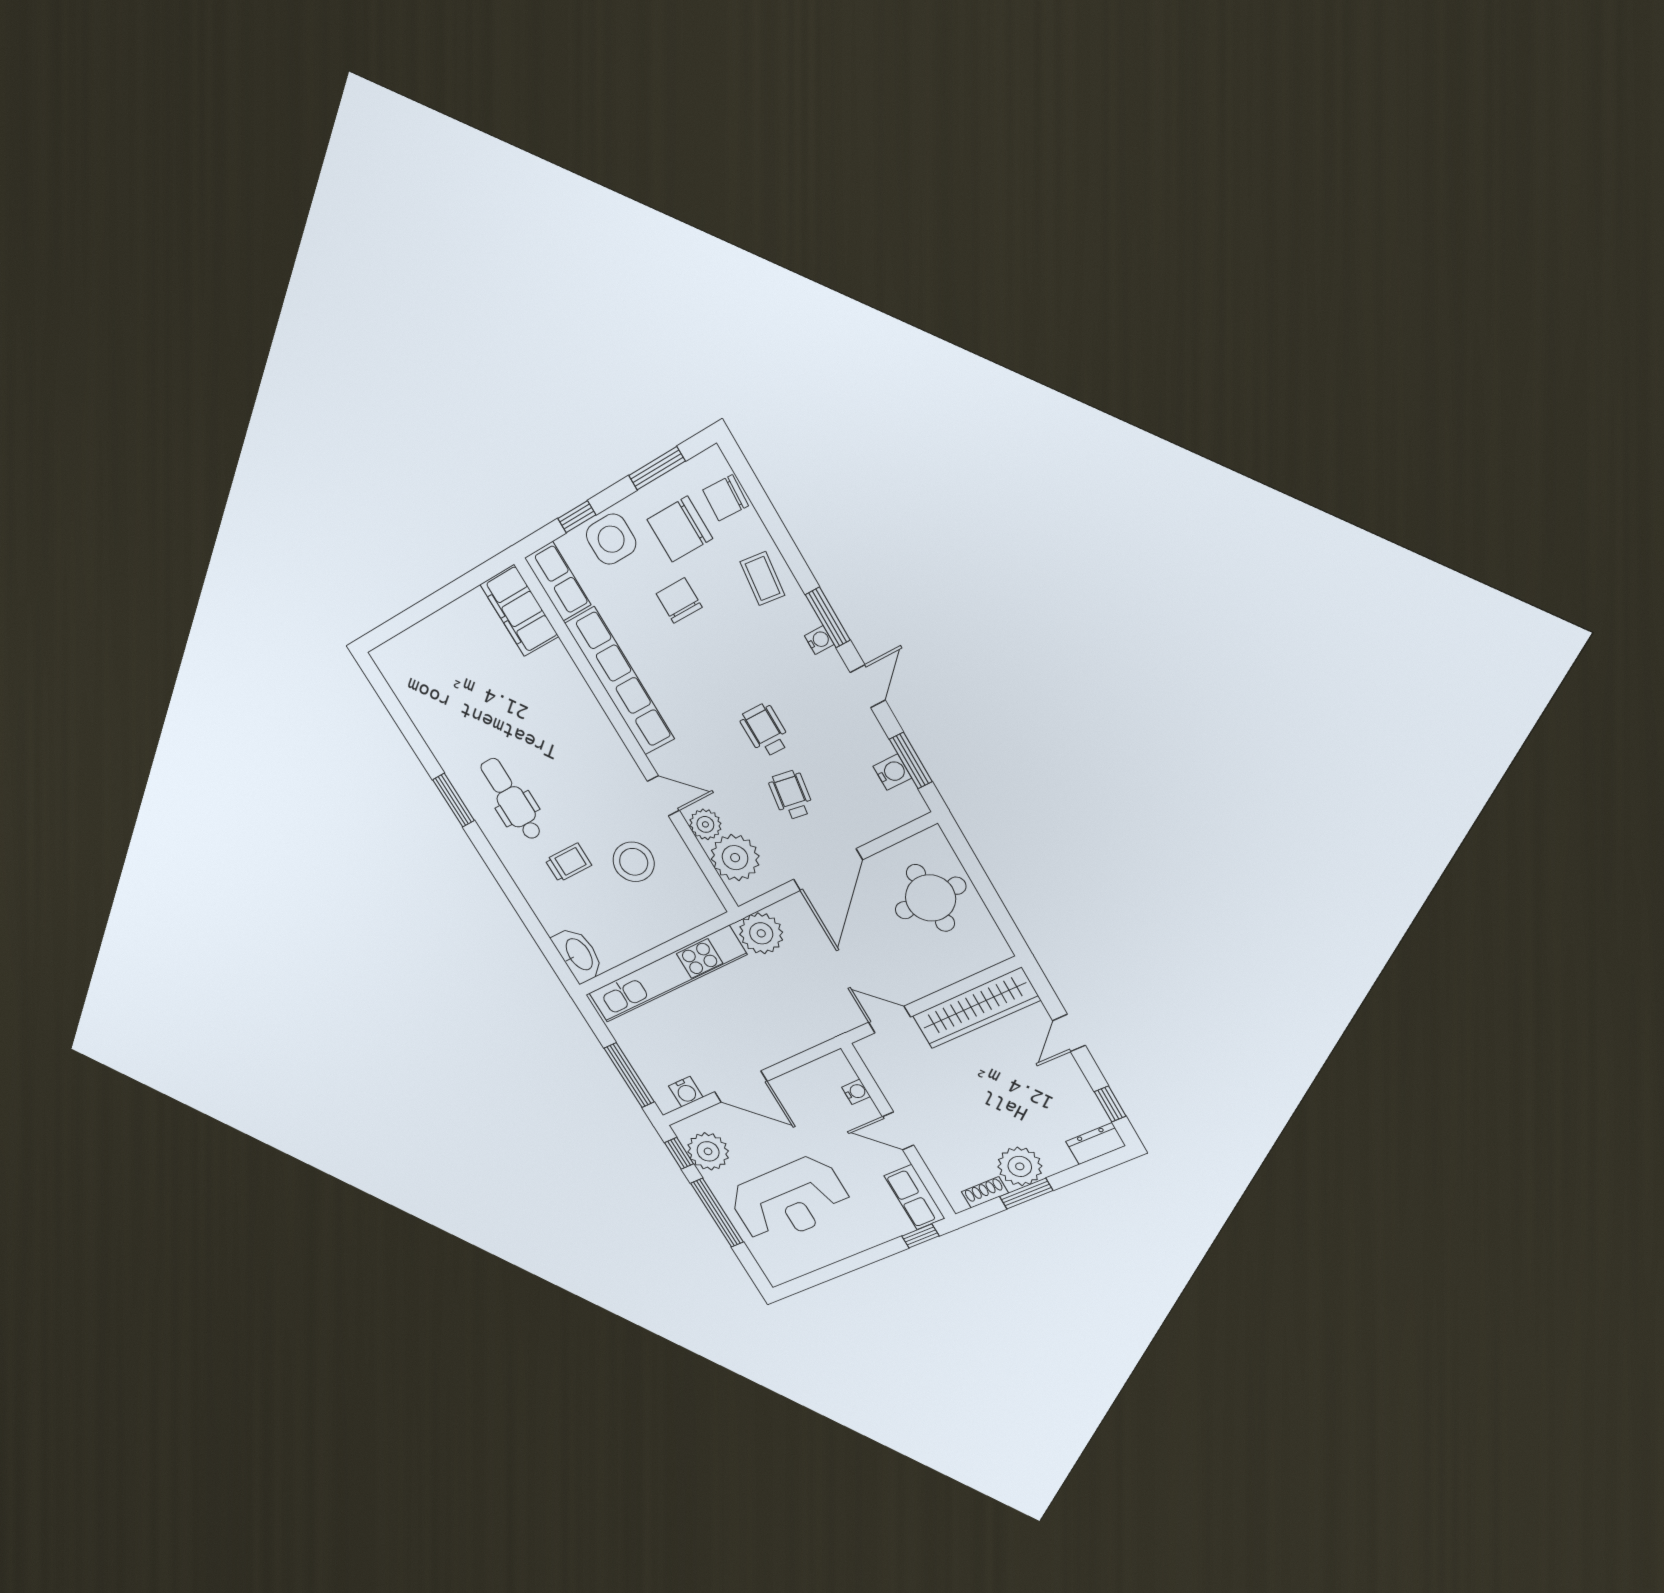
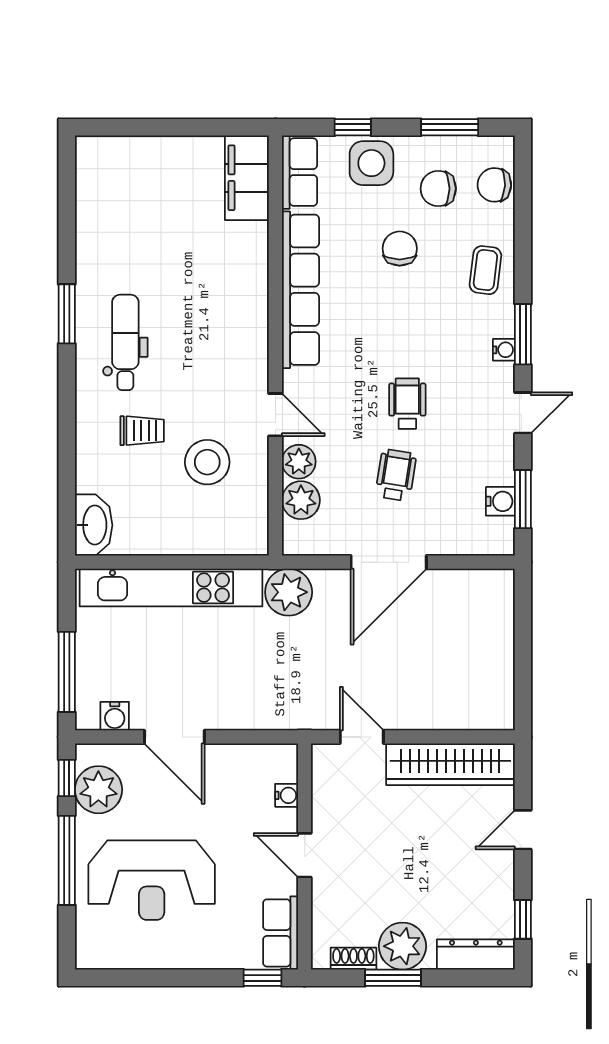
chair: (680, 529) -> (438, 189), width x0.73, depth x0.73
plant: (735, 858) -> (301, 500), width x0.73, depth x0.73
round table: (931, 898) -> (468, 636), removed
dresser: (1096, 1144) -> (476, 955), width x1.44

